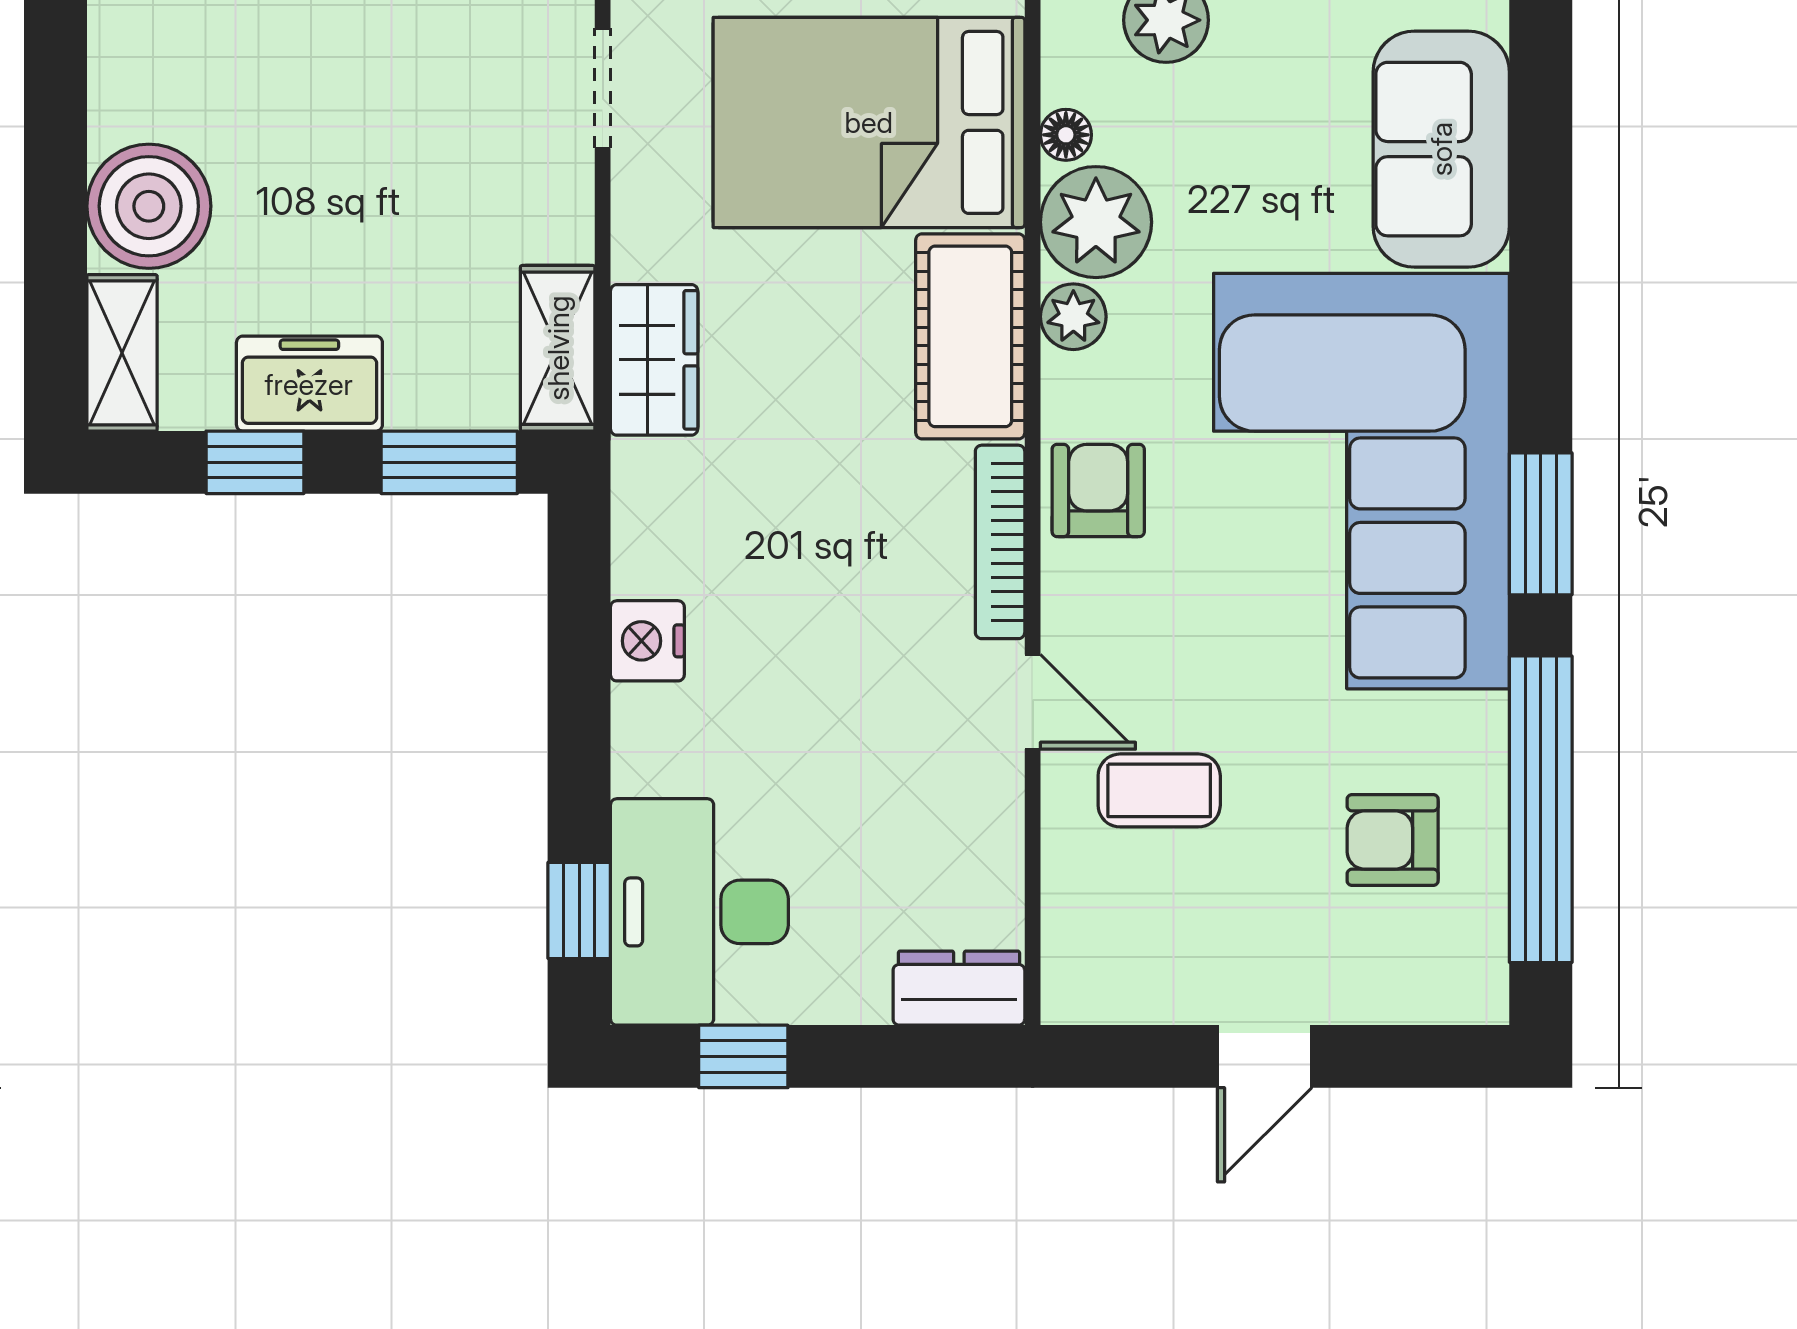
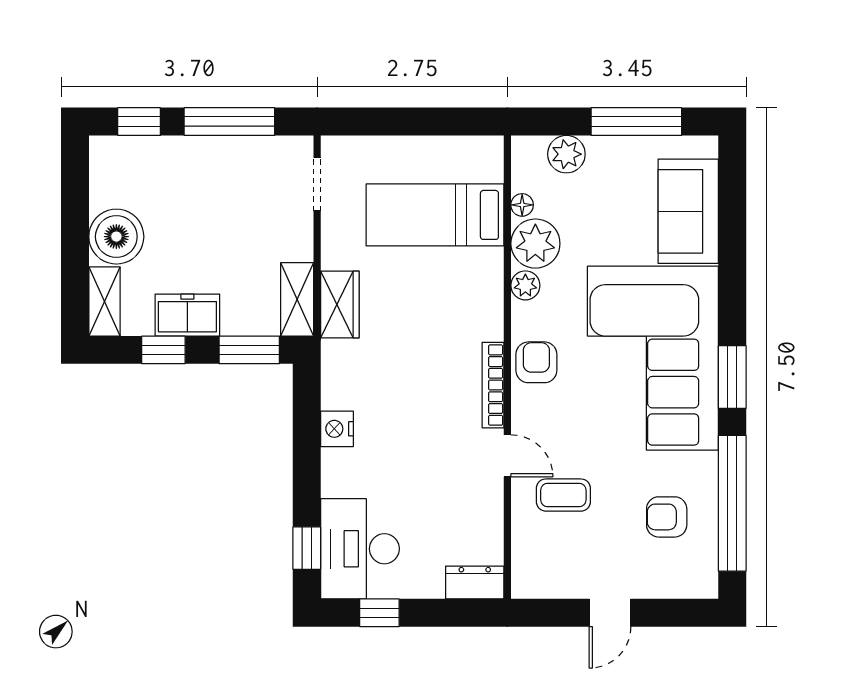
bed: (869, 122) -> (435, 215), width x0.67
cot: (970, 336) -> (480, 294), removed

